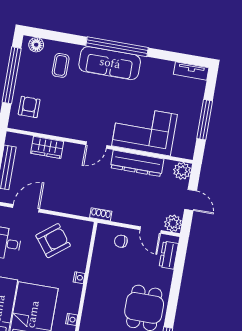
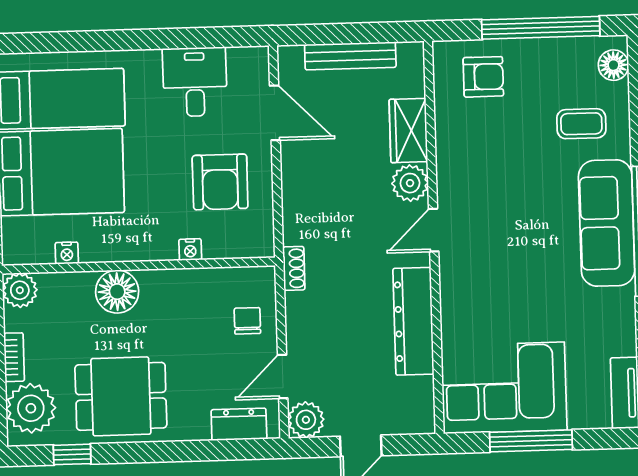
corner sofa: (145, 130) -> (504, 388), moved, turned -90
door: (96, 145) -> (434, 230), hinge flipped
plant: (182, 171) -> (410, 183), moved
armchair: (53, 241) -> (220, 182), turned 38
nightstand: (79, 278) -> (190, 250), moved
floor lamp: (95, 300) -> (117, 292), added

